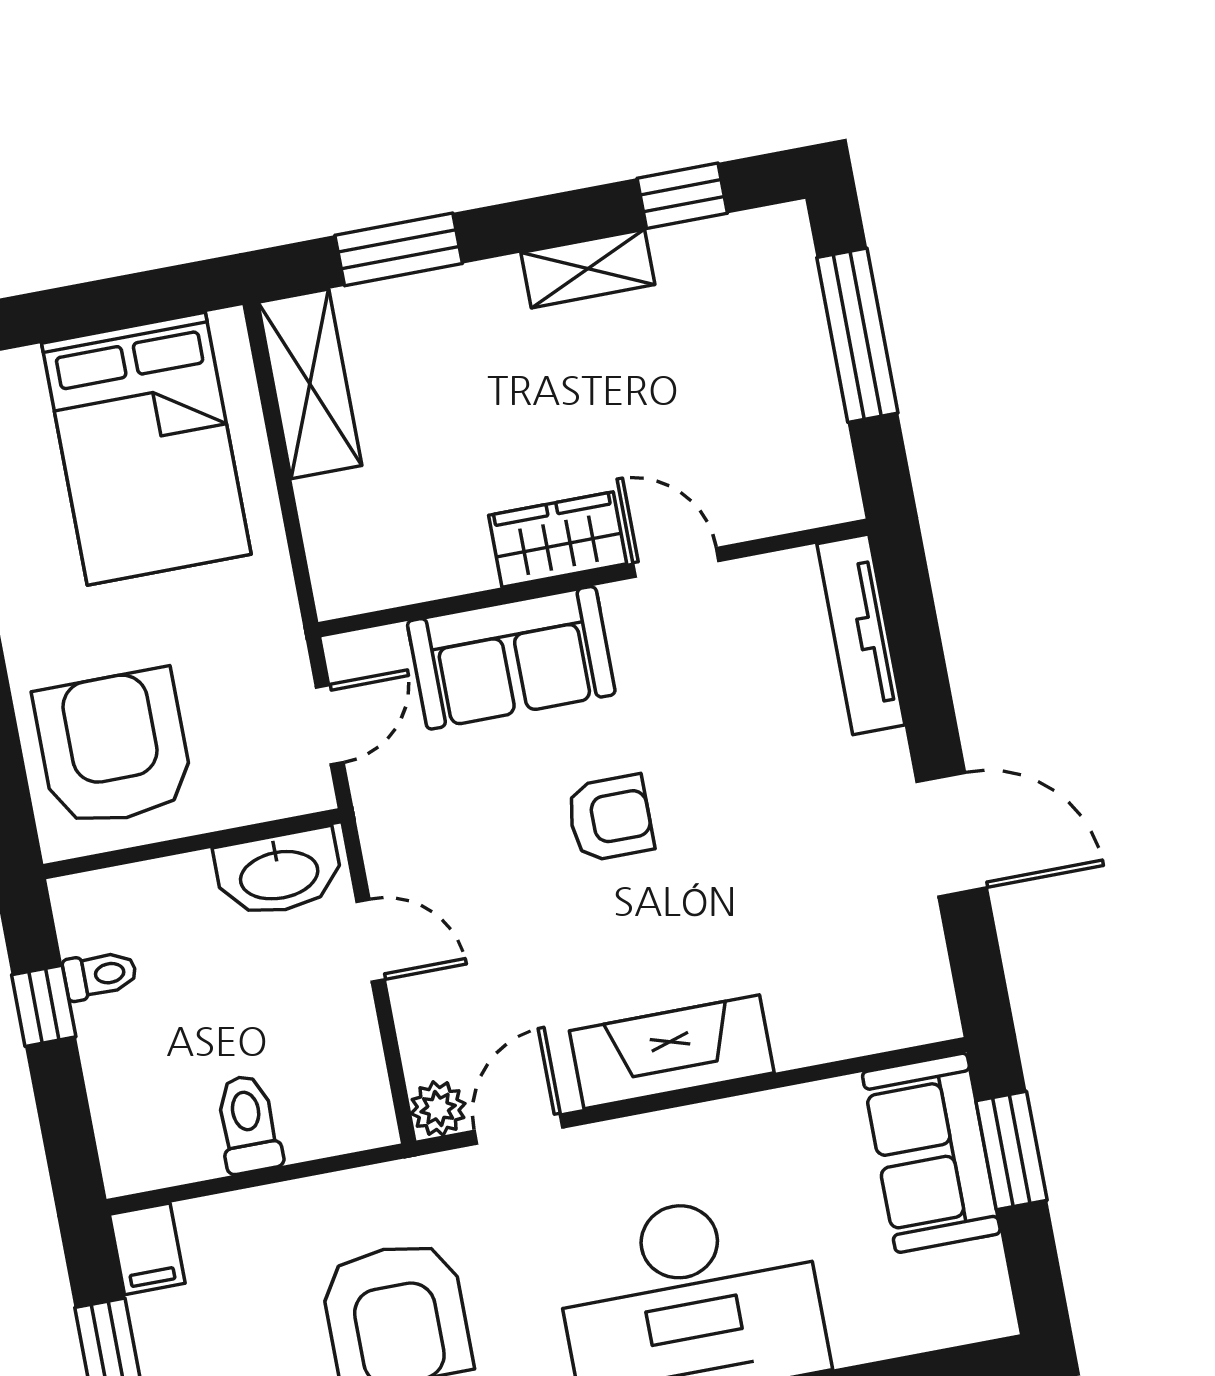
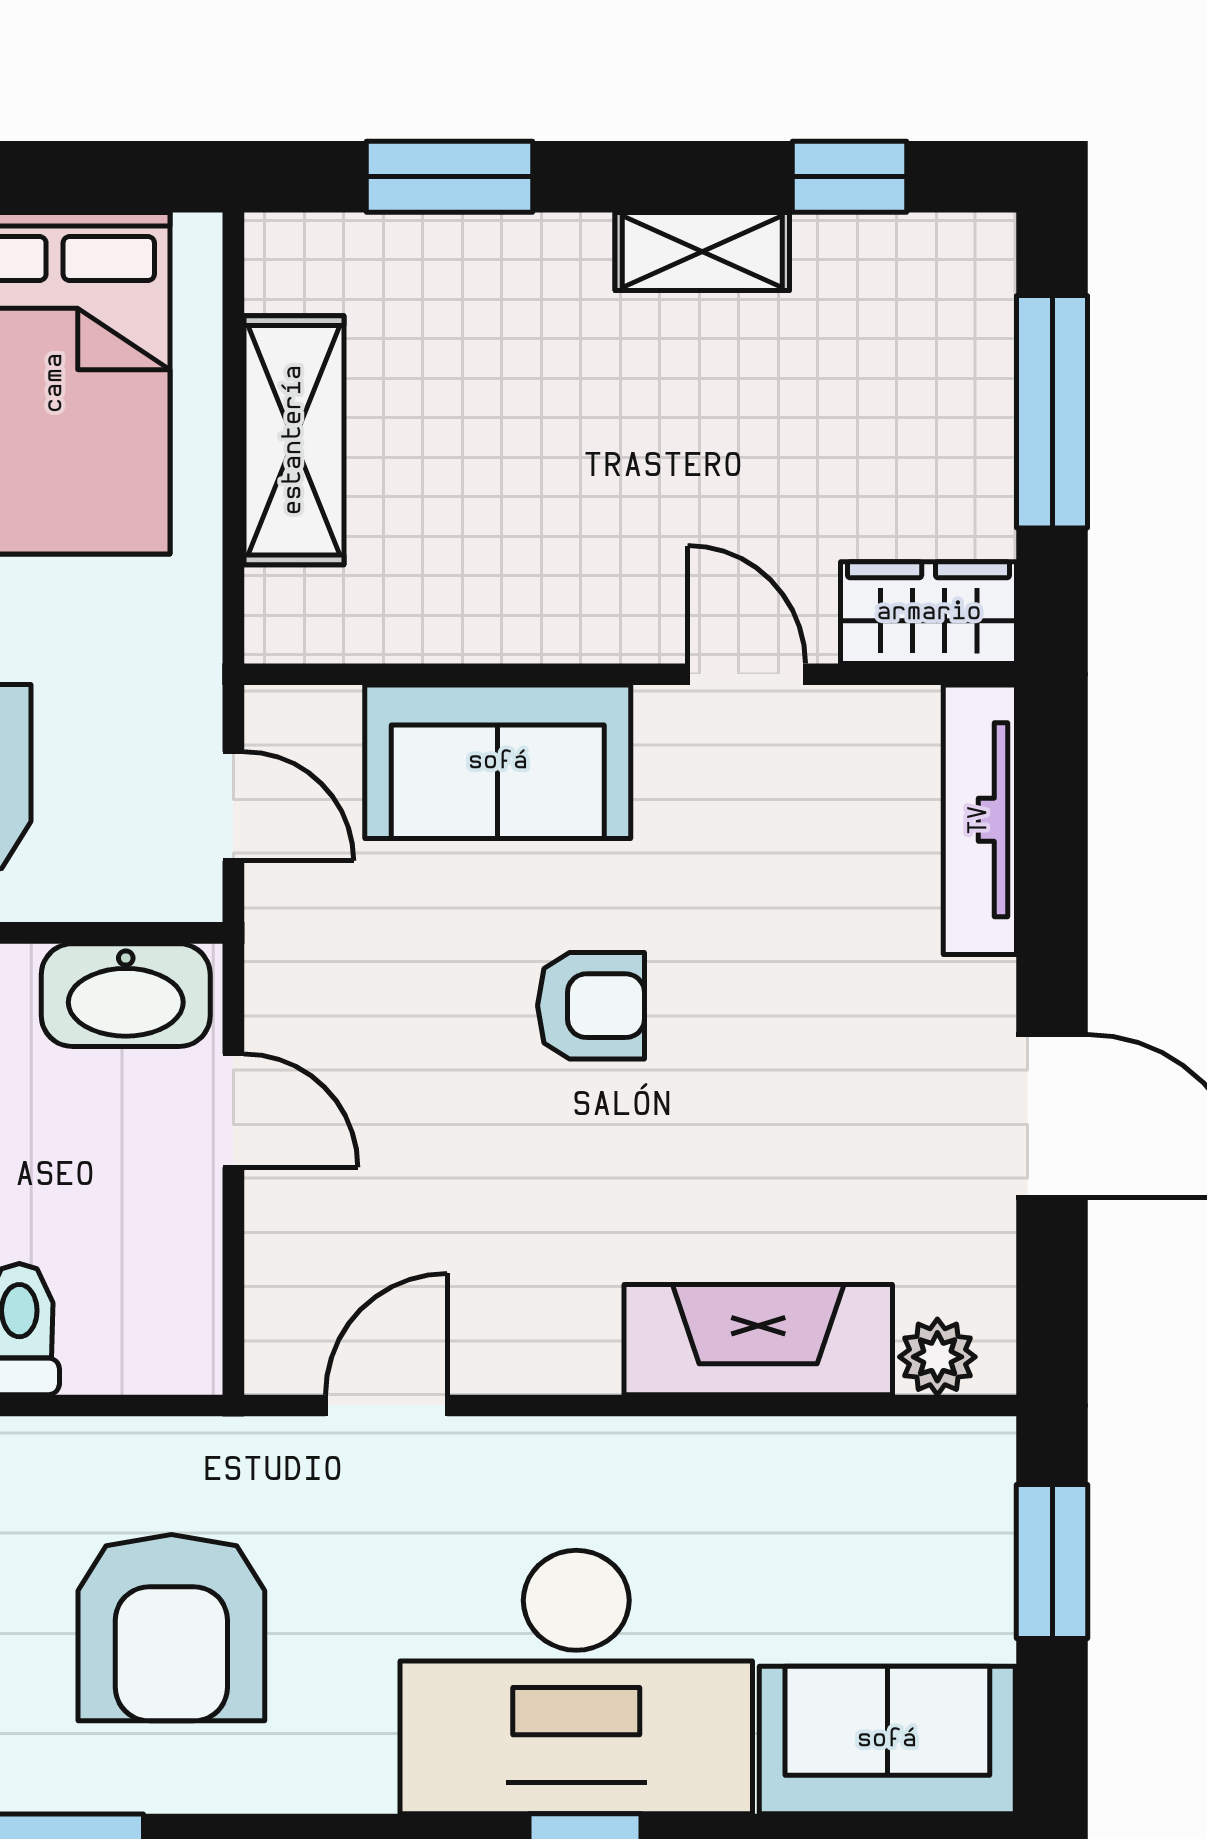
shelving: (310, 384) -> (294, 440), moved
wardrobe: (558, 539) -> (929, 613), moved
door: (330, 725) -> (233, 806), hinge flipped
fireplace: (672, 1052) -> (758, 1340), moved
plant: (438, 1109) -> (937, 1357), moved
sofa: (931, 1153) -> (887, 1740), moved, turned 90

